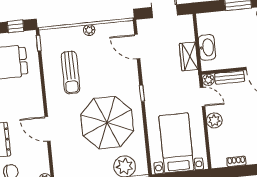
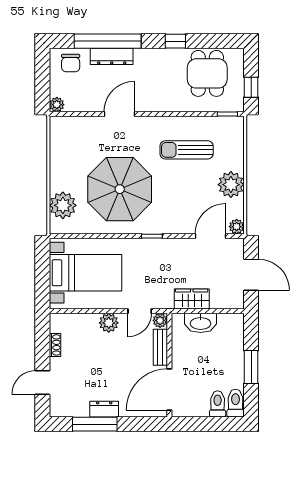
plant: (128, 27) -> (237, 227), added
plant: (89, 30) -> (231, 185), width x1.87, depth x1.87

